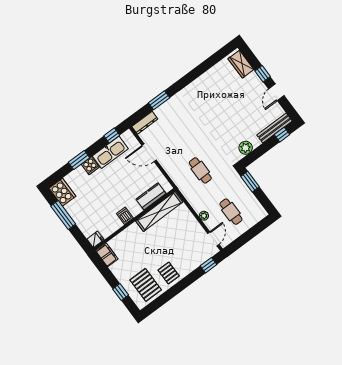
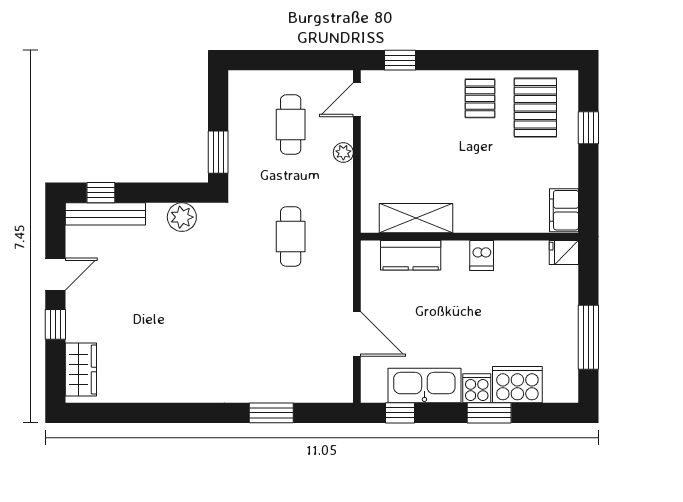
dresser: (145, 123) -> (325, 392), removed
cooker: (62, 192) -> (517, 385), moved, turned 90
shelving: (159, 212) -> (416, 218), width x0.68

